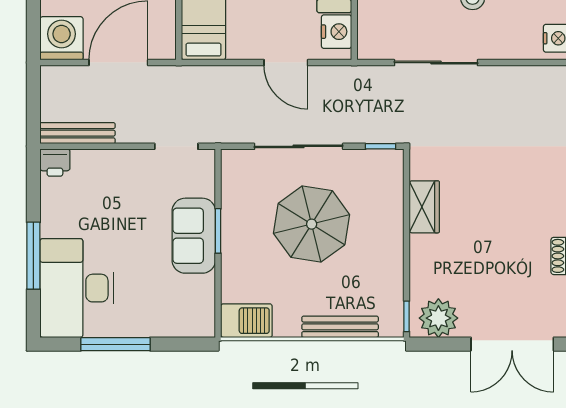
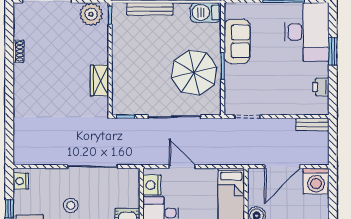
bench: (78, 133) -> (312, 124), width x0.73
printer: (55, 163) -> (321, 87), moved, turned -90
parasol: (312, 224) -> (194, 73), moved
sofa: (194, 236) -> (237, 41), moved
window: (33, 256) -> (333, 51), width x0.69

